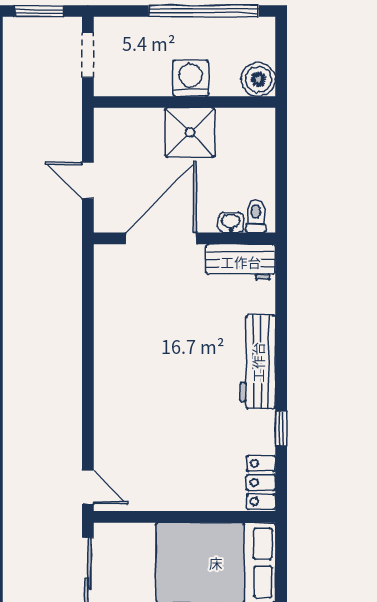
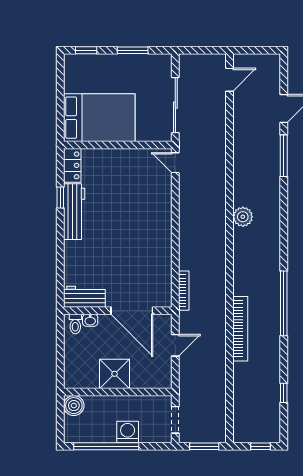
washing machine: (191, 78) -> (128, 432), moved, turned 180
door: (88, 181) -> (175, 345), hinge flipped
door: (161, 238) -> (132, 311), hinge flipped
bookcase: (74, 272) -> (184, 291), added
workbench: (258, 362) -> (74, 212), moved

